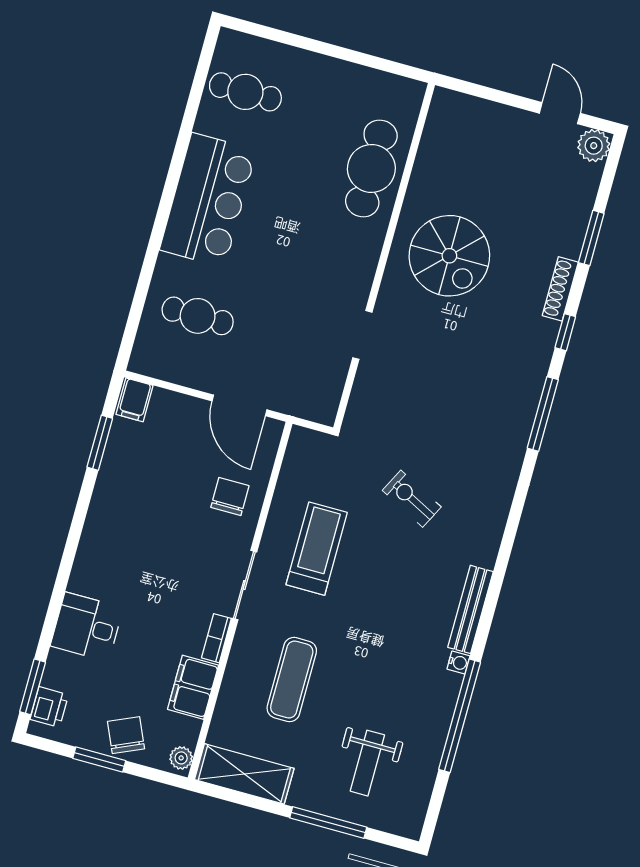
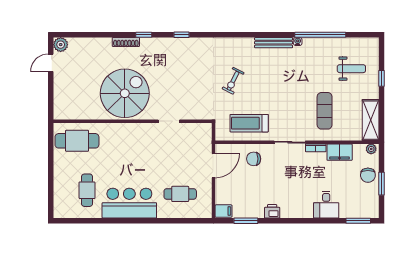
cafe table: (245, 92) -> (87, 190), moved
cafe table: (371, 168) -> (77, 141), moved
window: (591, 238) -> (100, 35), removed
spiral stairs: (449, 256) -> (125, 93), width x1.37, depth x1.37
cafe table: (198, 316) -> (180, 194), turned 90
window: (543, 414) -> (181, 35), width x0.46
treadmill: (317, 549) -> (249, 123), moved
exercise mat: (292, 680) -> (325, 111), turned 90
printer: (49, 707) -> (272, 211), moved
chair: (126, 735) -> (368, 175), turned -66
window: (328, 822) -> (381, 78), width x0.46

